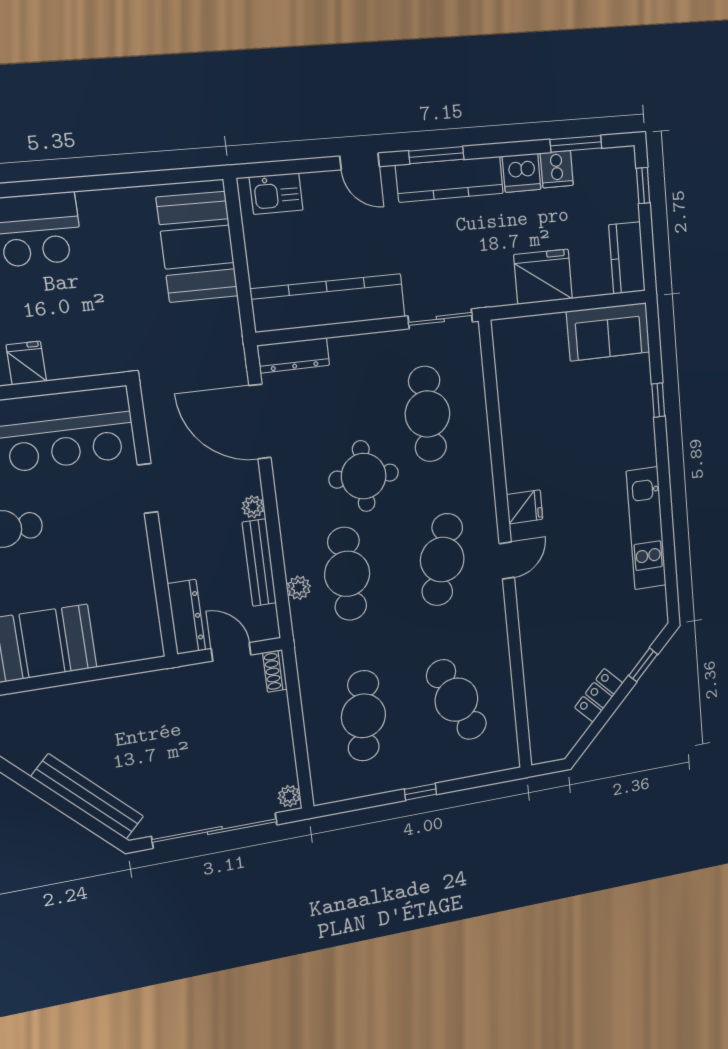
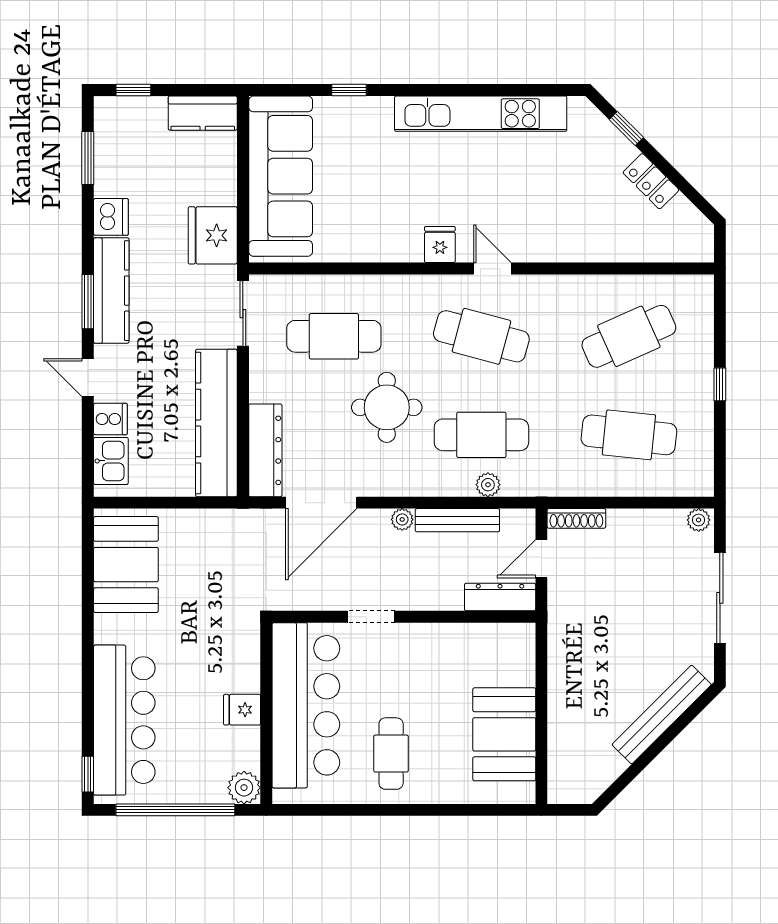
door: (360, 161) -> (88, 378), swing flipped
cooker: (557, 169) -> (110, 419), moved
booth: (197, 247) -> (126, 565), moved, turned 90
fridge: (543, 277) -> (213, 235), moved
sofa: (608, 332) -> (281, 176), width x1.85, depth x1.27
dresser: (293, 355) -> (265, 450), width x1.37, depth x1.24
kitchen unit: (646, 528) -> (481, 114), width x1.36
shoe rack: (275, 671) -> (576, 518), width x1.43
sliding door: (215, 831) -> (720, 598), width x0.73

